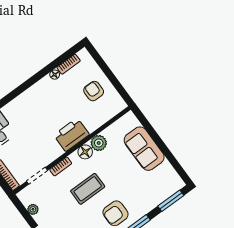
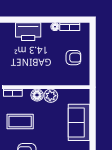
armchair: (94, 91) -> (73, 58), turned 90
printer: (71, 135) -> (28, 32), moved, turned 180

